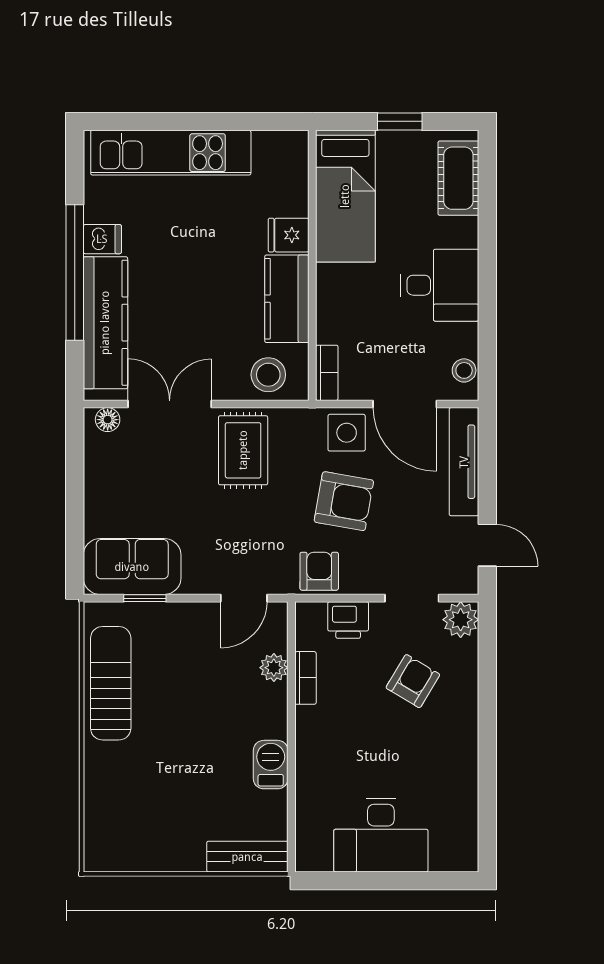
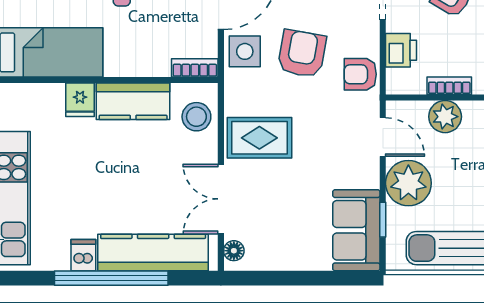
plant: (189, 629) -> (408, 183), added
plant: (274, 668) -> (445, 117), width x1.38, depth x1.38

